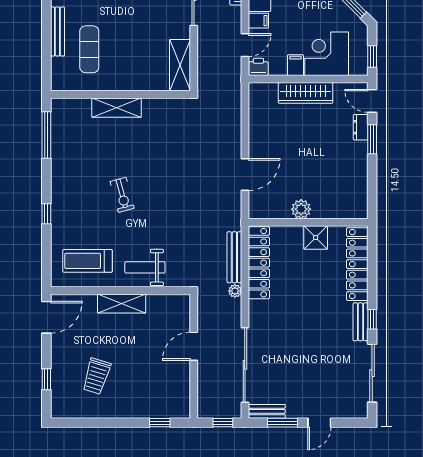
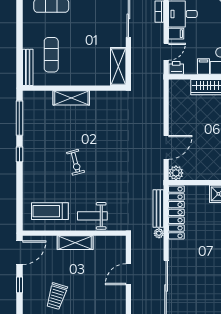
bench: (57, 31) -> (28, 67), moved
plant: (301, 209) -> (176, 173), moved
window: (46, 214) -> (19, 154), moved
window: (46, 379) -> (19, 285), moved

